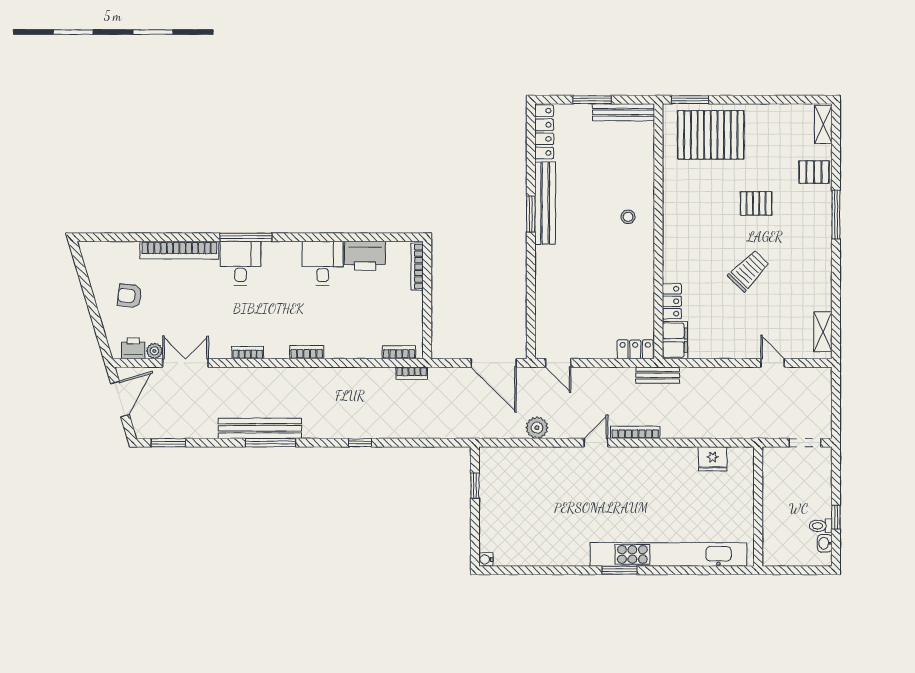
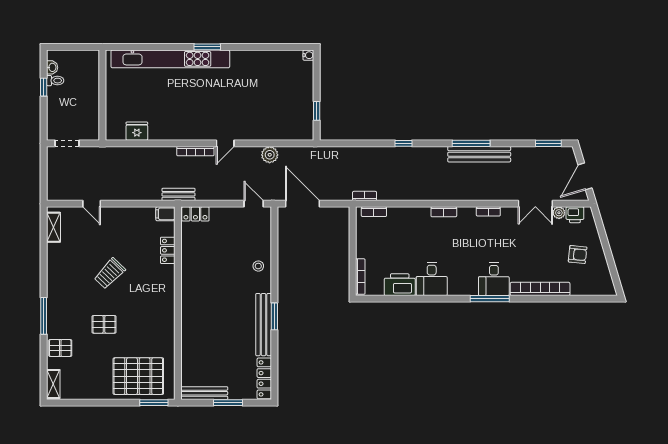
stool: (628, 217) -> (258, 266), moved
filing cabinet: (675, 340) -> (165, 214), width x0.50

